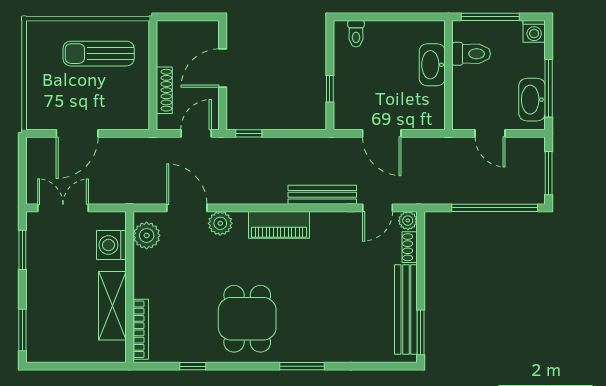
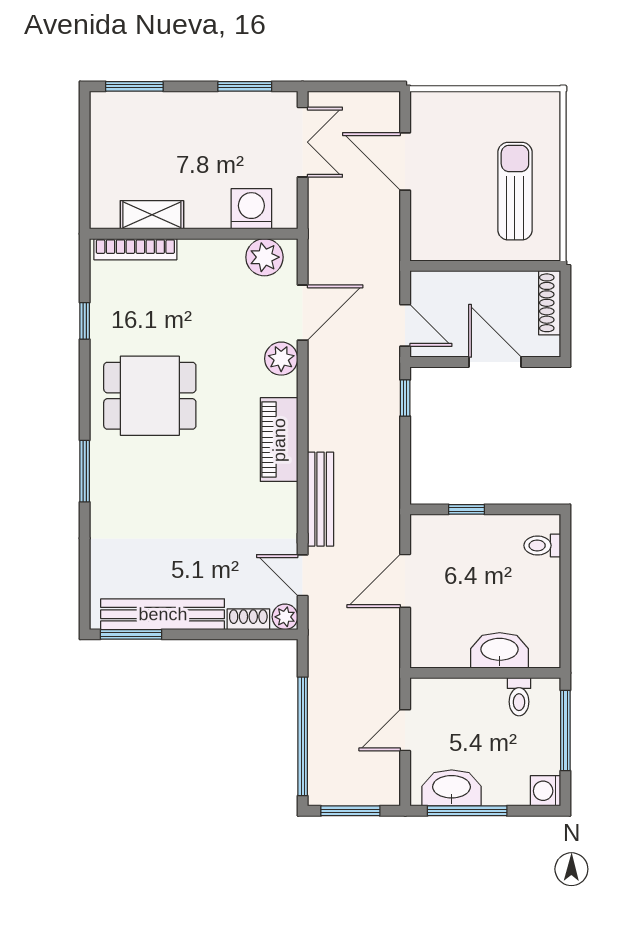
toilet: (471, 54) -> (519, 697), width x0.73, depth x0.72
shoe rack: (164, 90) -> (550, 303), moved, turned 90
shelving: (112, 306) -> (152, 215), width x0.67, depth x0.75

